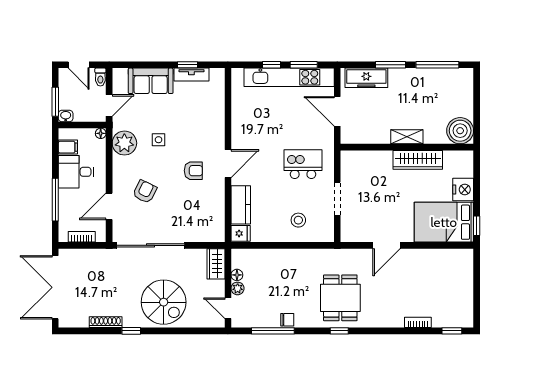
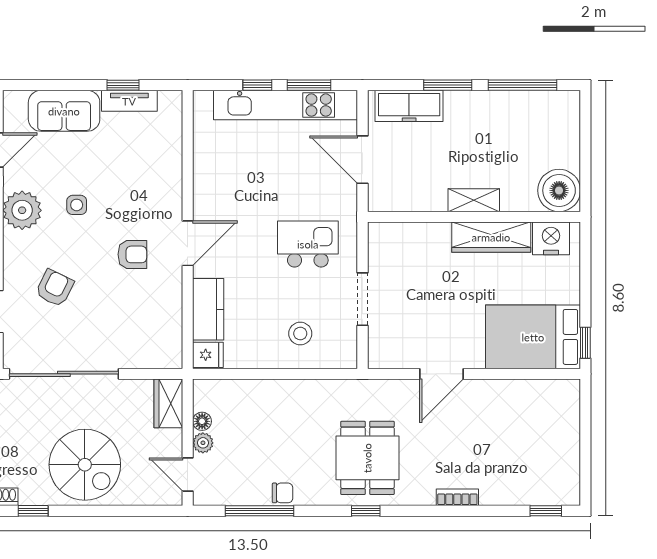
nightstand: (463, 190) -> (551, 238), moved, turned -90
bookcase: (418, 322) -> (457, 497), moved

